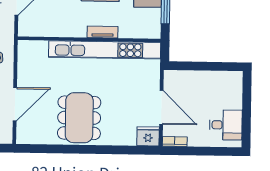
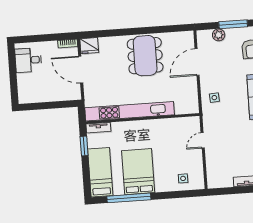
tv unit: (103, 32) -> (98, 128), moved

